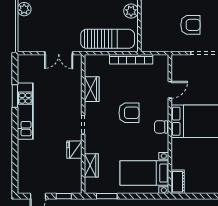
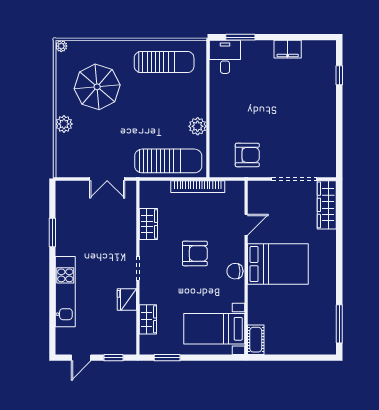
armchair: (190, 25) -> (247, 155), moved
kitchen unit: (25, 111) -> (65, 292), moved

